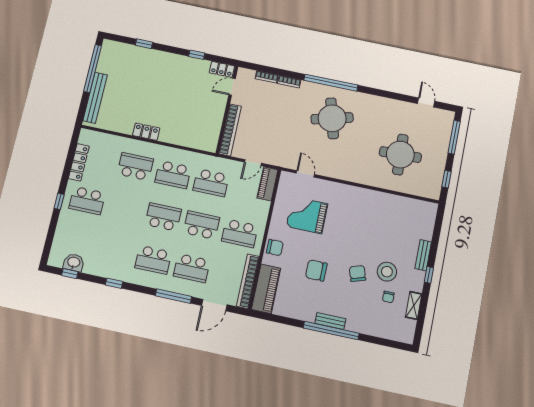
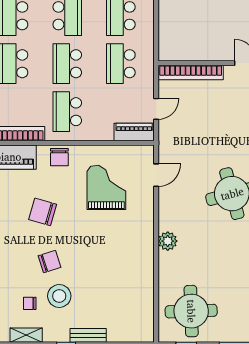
round table: (400, 155) -> (191, 311), moved
door: (253, 163) -> (156, 109), swing flipped
plant: (360, 176) -> (168, 241), added
school desk: (201, 225) -> (67, 64), turned 180
chair: (316, 270) -> (43, 212), turned -74

